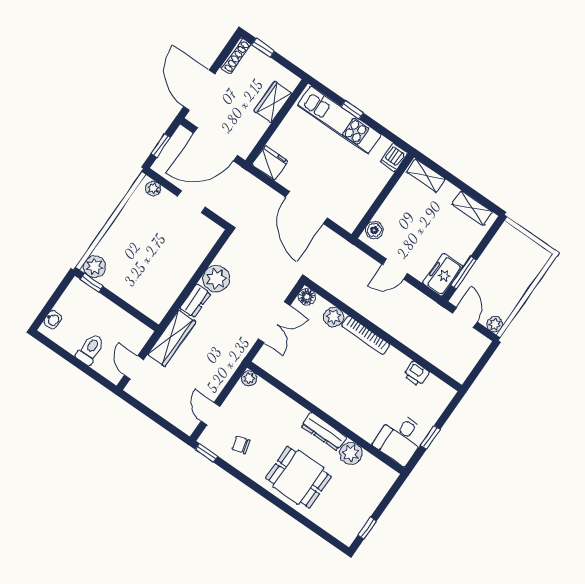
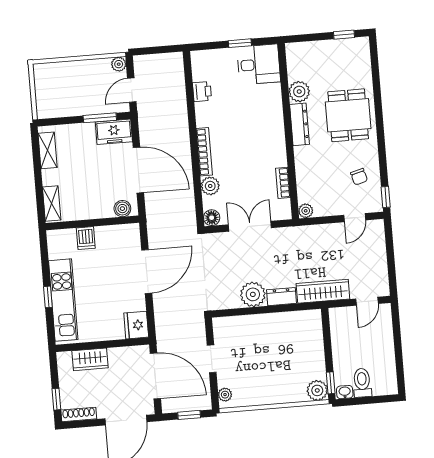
dishwasher: (394, 157) -> (86, 238), moved, turned 90
door: (395, 269) -> (138, 170), width x1.87
washbasin: (53, 320) -> (345, 392), moved
toilet: (90, 349) -> (362, 383), moved, turned 90
bookcase: (287, 378) -> (283, 183), added

